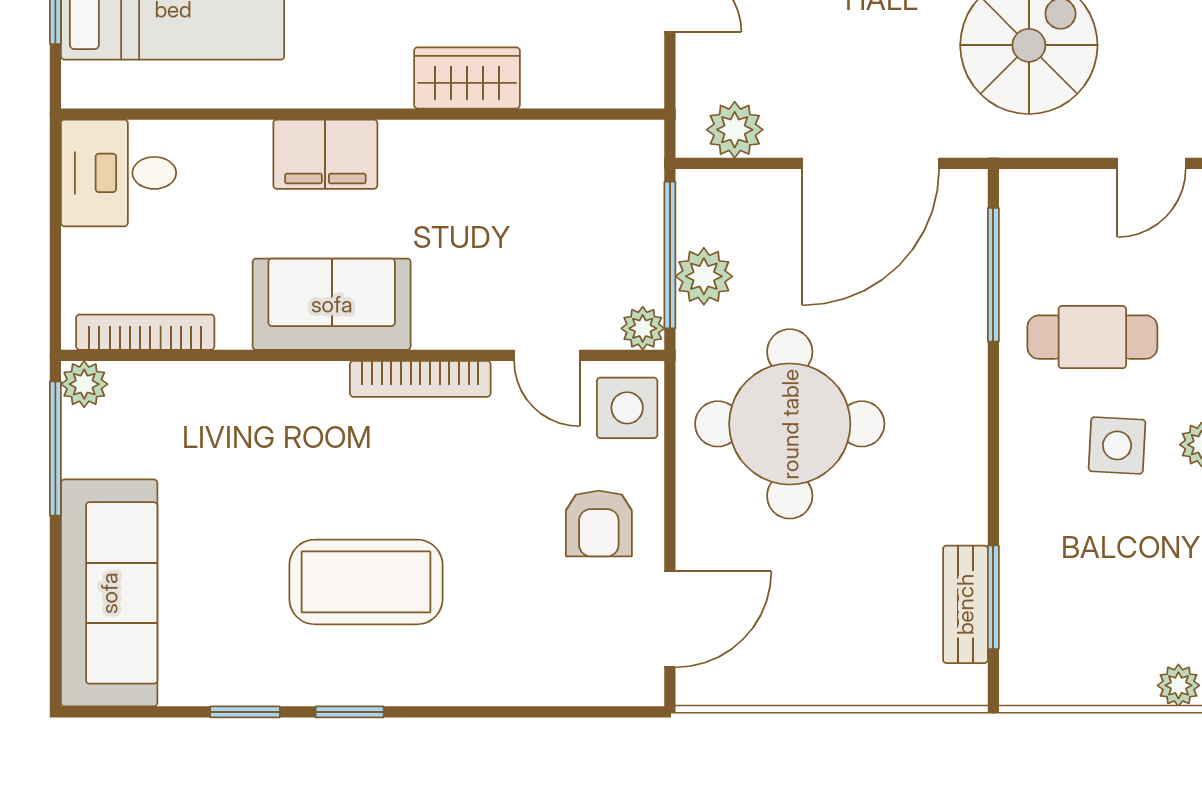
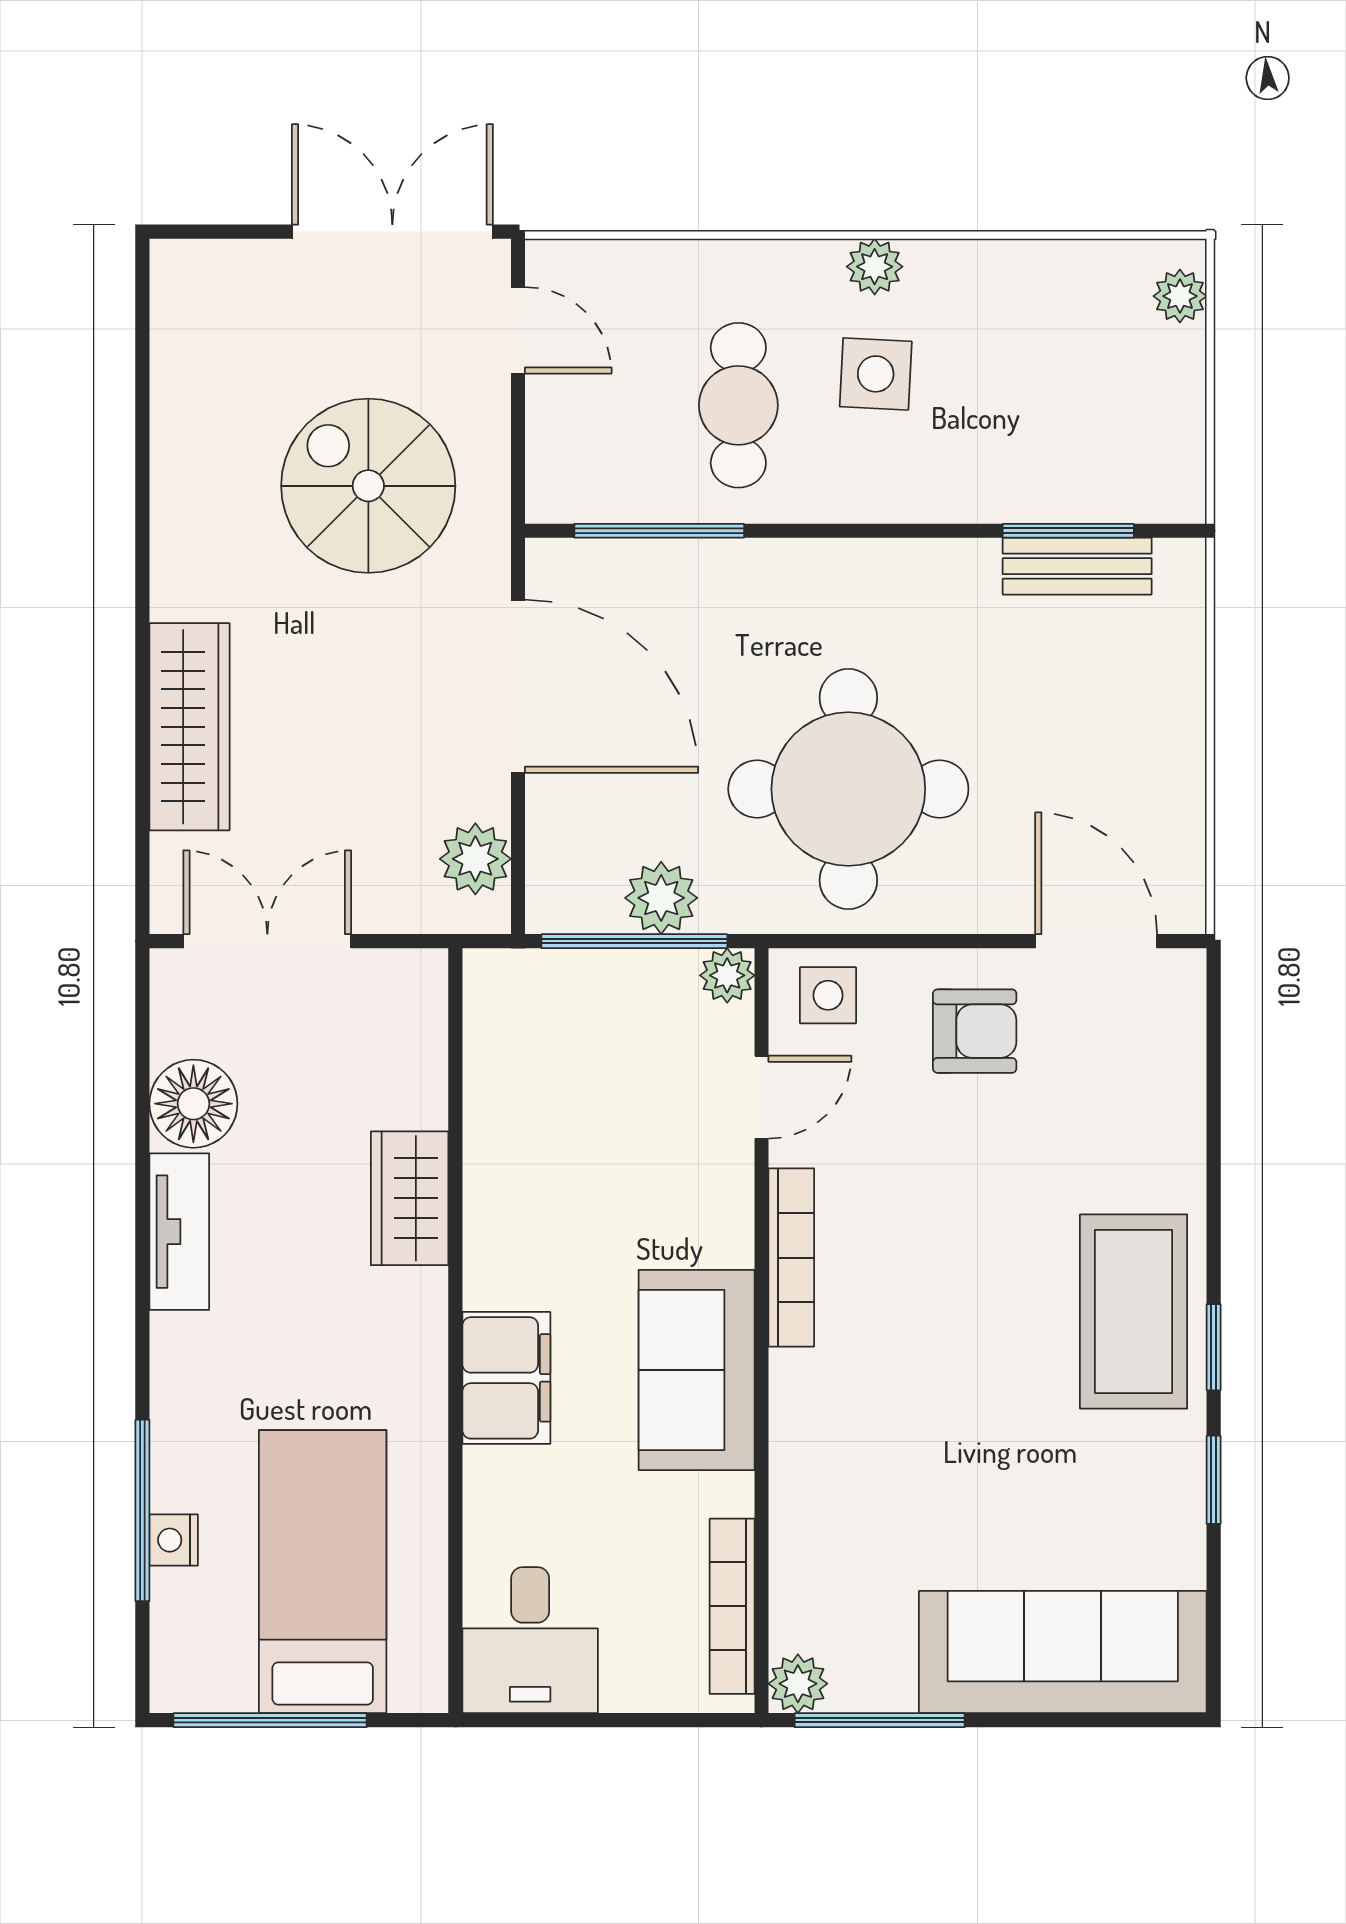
side table: (627, 408) -> (828, 995), width x0.73, depth x0.73
coffee table: (366, 582) -> (1134, 1311), moved

